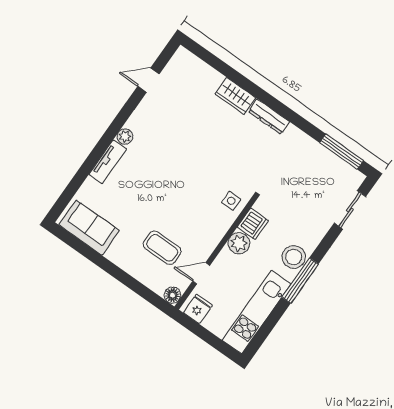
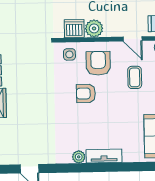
armchair: (181, 189) -> (86, 93), added
armchair: (202, 222) -> (98, 63), added
coffee table: (162, 248) -> (135, 77), width x0.73, depth x0.77

